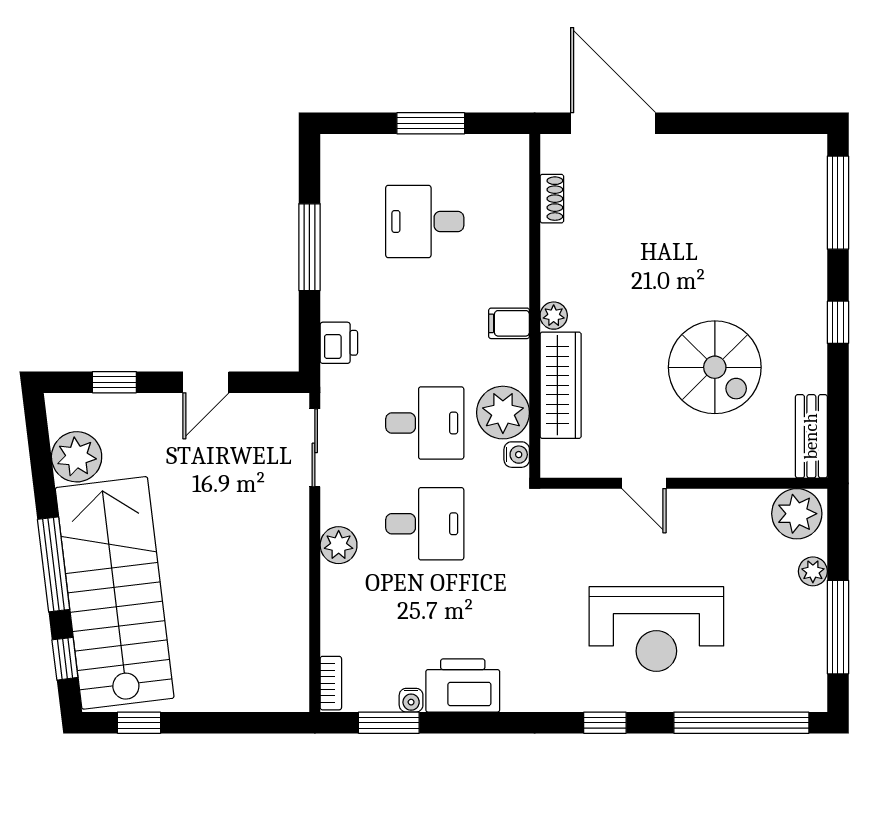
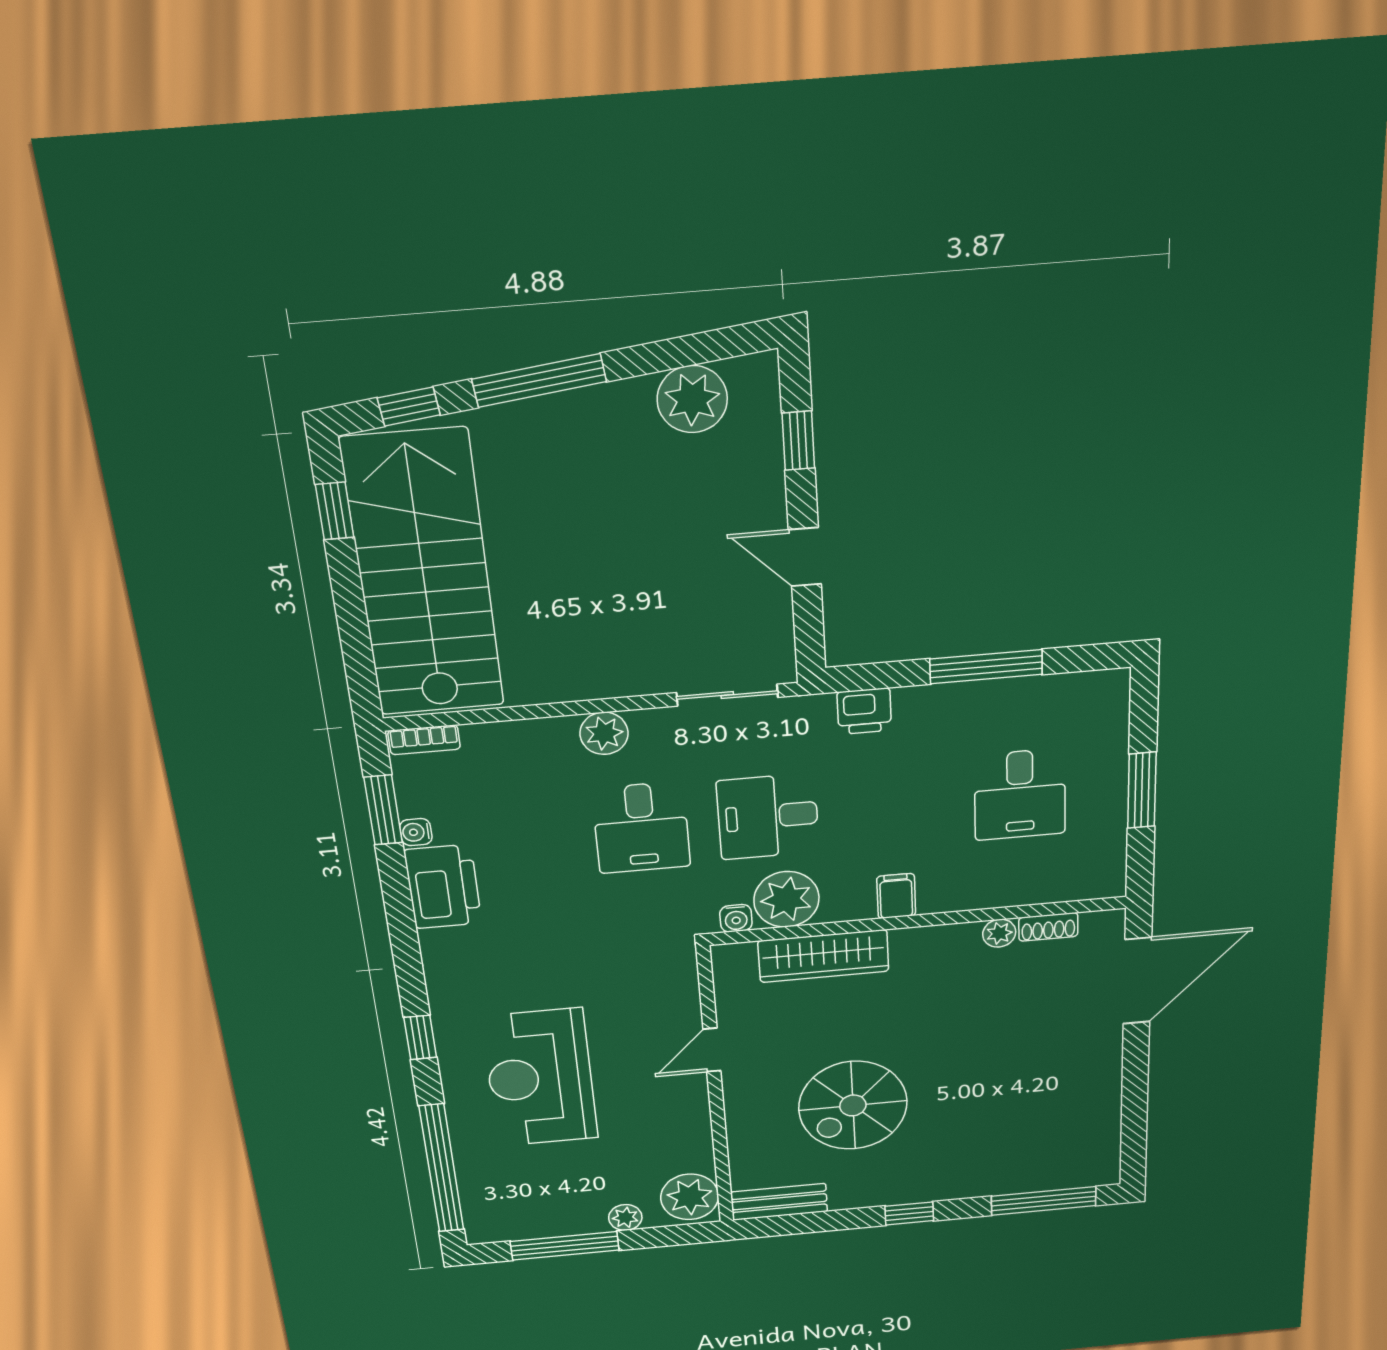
desk: (425, 221) -> (1020, 794), turned 180
plant: (554, 316) -> (999, 933), moved
desk: (425, 423) -> (768, 817), turned 90
stairs: (115, 593) -> (423, 575), moved, turned -83

